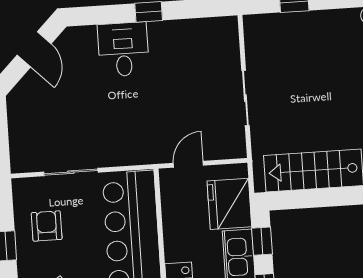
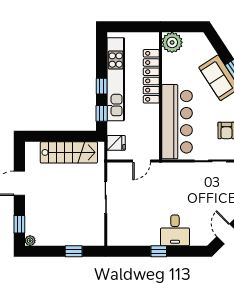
fridge: (229, 204) -> (116, 143), width x0.53, depth x0.75

